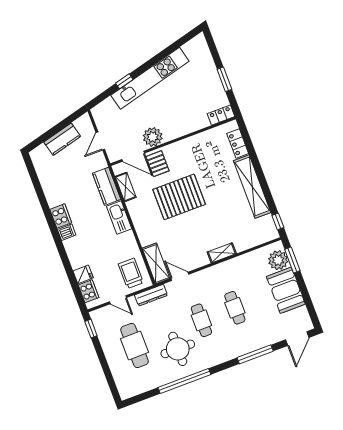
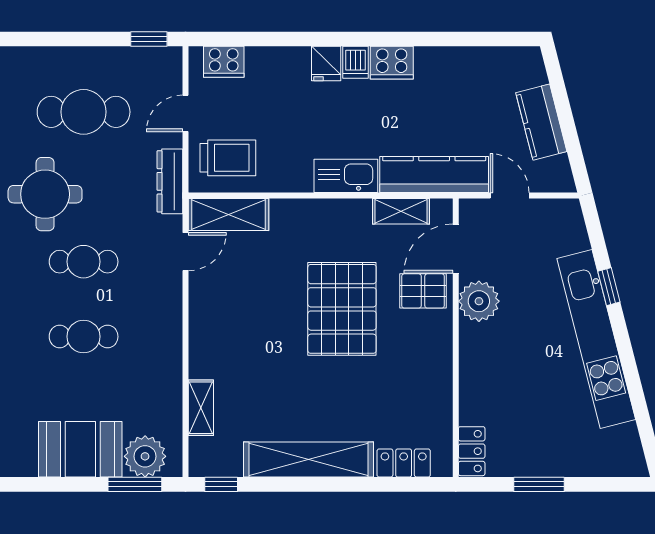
kitchen counter: (107, 186) -> (434, 175), width x1.50
shelving: (222, 253) -> (201, 408), moved
fridge: (83, 274) -> (326, 63), moved

